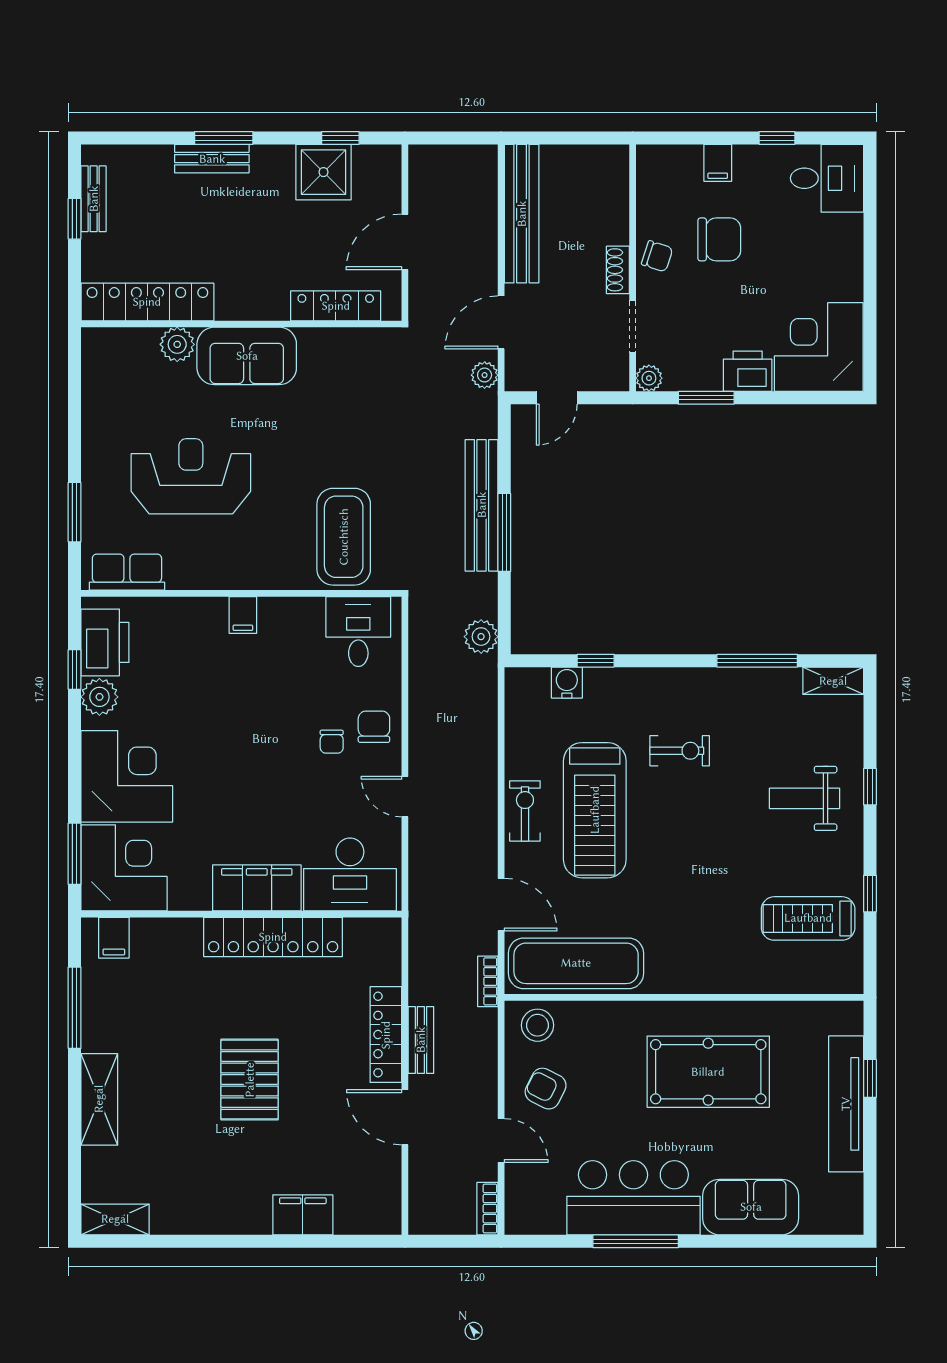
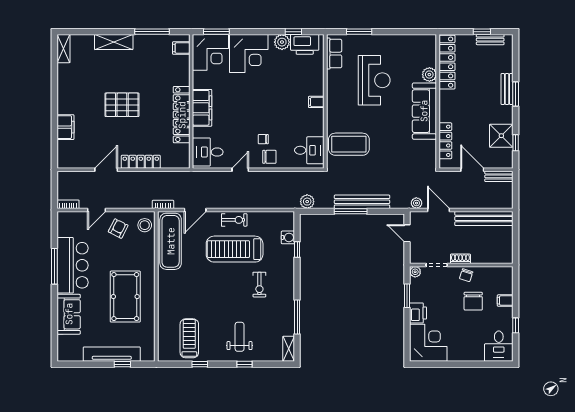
sofa: (247, 356) -> (424, 111), width x1.36
desk: (350, 874) -> (208, 152), width x0.73
bench: (421, 1040) -> (499, 176), moved

